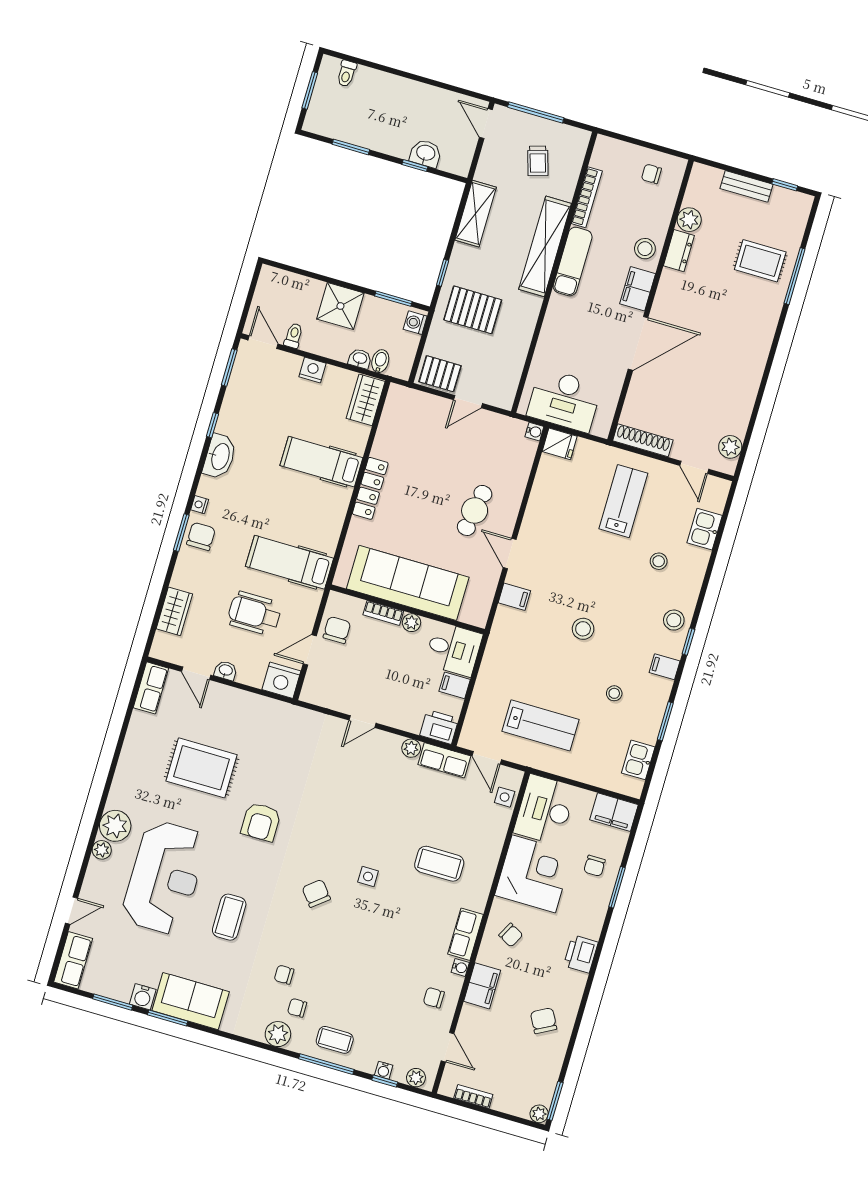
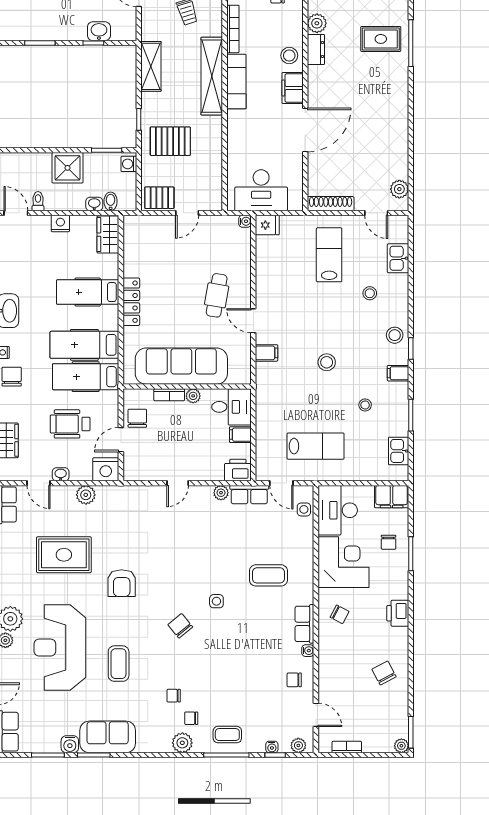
hospital bed: (299, 524) -> (84, 345), added
plant: (249, 704) -> (86, 495), added
reception desk: (164, 877) -> (60, 648), turned 180
filing cabinet: (482, 986) -> (329, 660), removed

